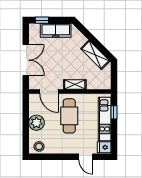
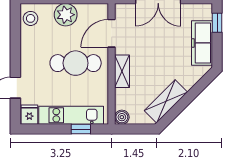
boiler: (106, 85) -> (122, 117), added

